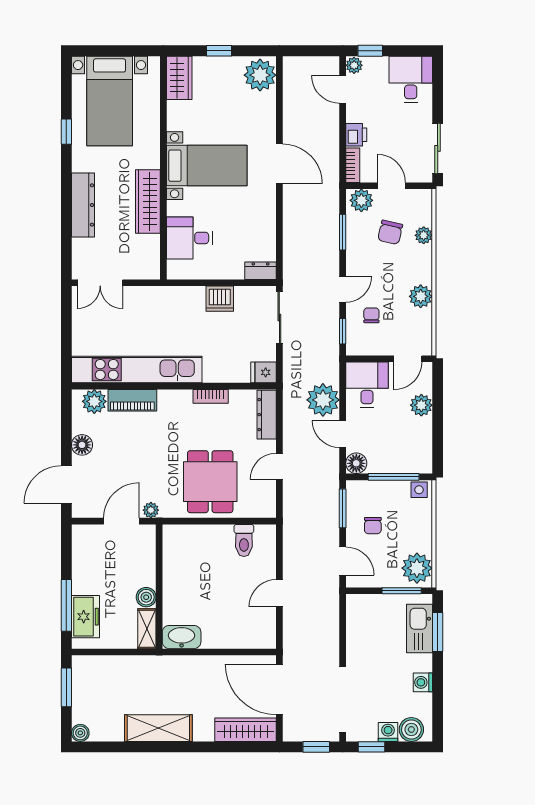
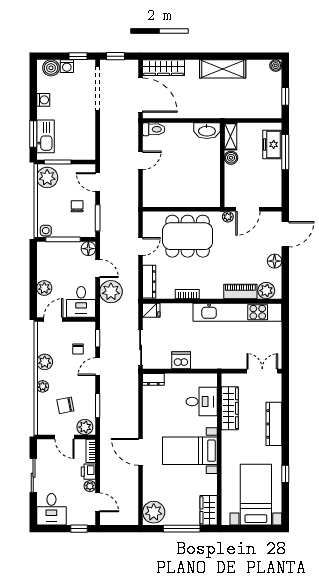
window: (219, 51) -> (182, 529), width x2.17
plant: (354, 65) -> (90, 486), moved
sliding door: (438, 148) -> (33, 475), moved
wardrobe: (148, 202) -> (230, 408), moved
chair: (390, 232) -> (65, 405), turned -114
plant: (424, 235) -> (43, 386), moved
dining table: (210, 482) -> (188, 236), width x1.37
toilet: (244, 540) -> (154, 129), moved, turned 90
window: (66, 687) -> (285, 96), width x0.67

